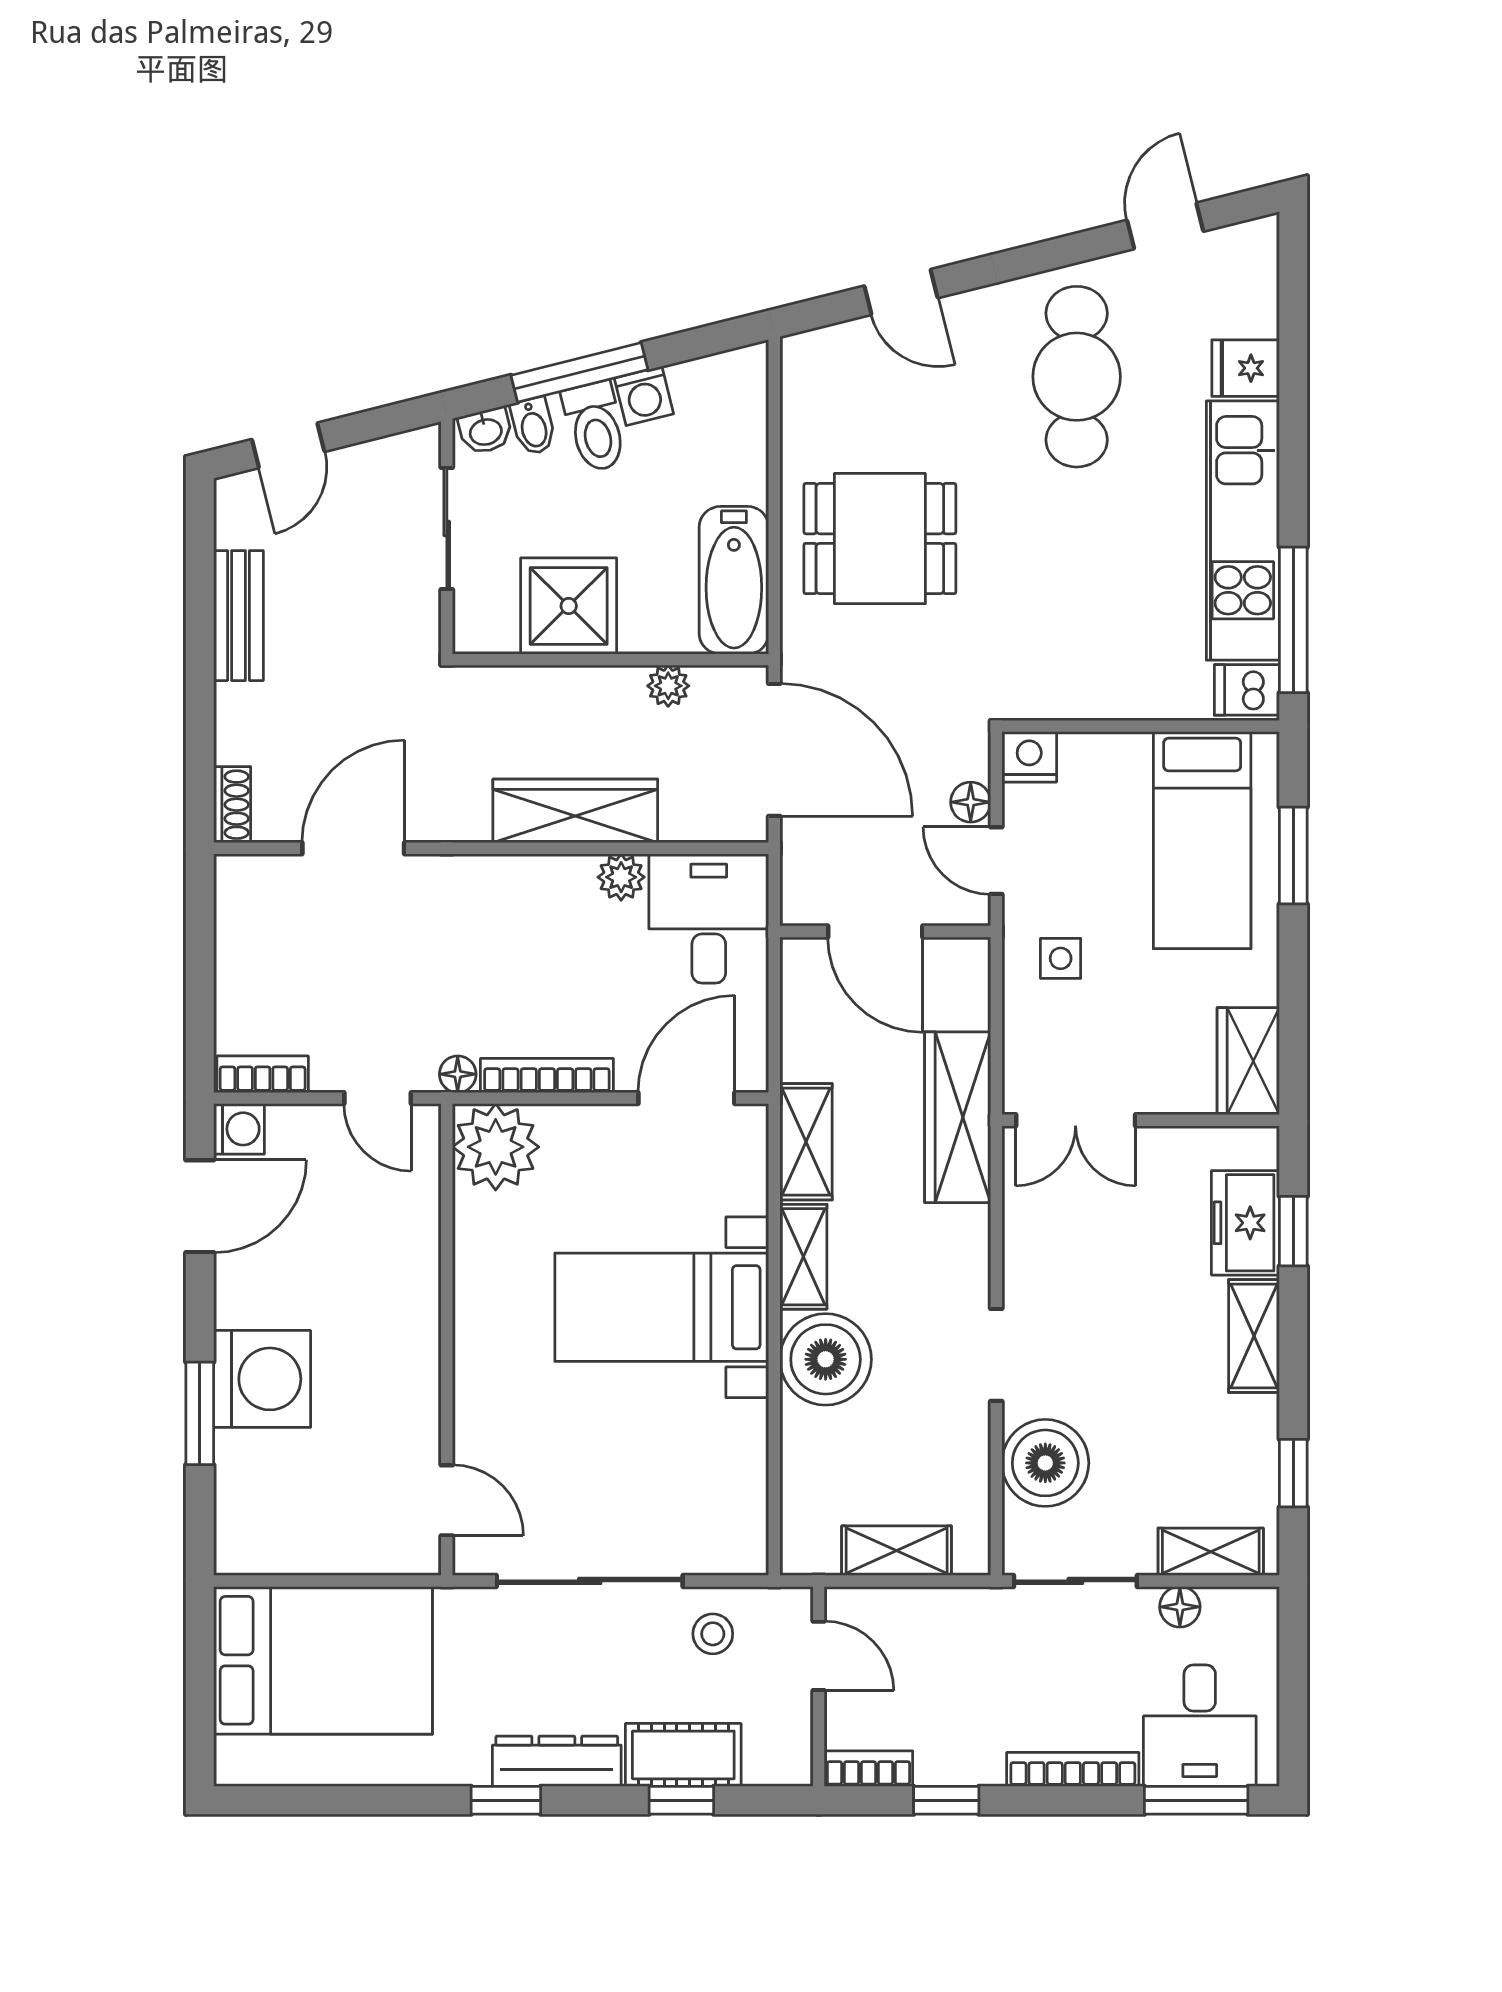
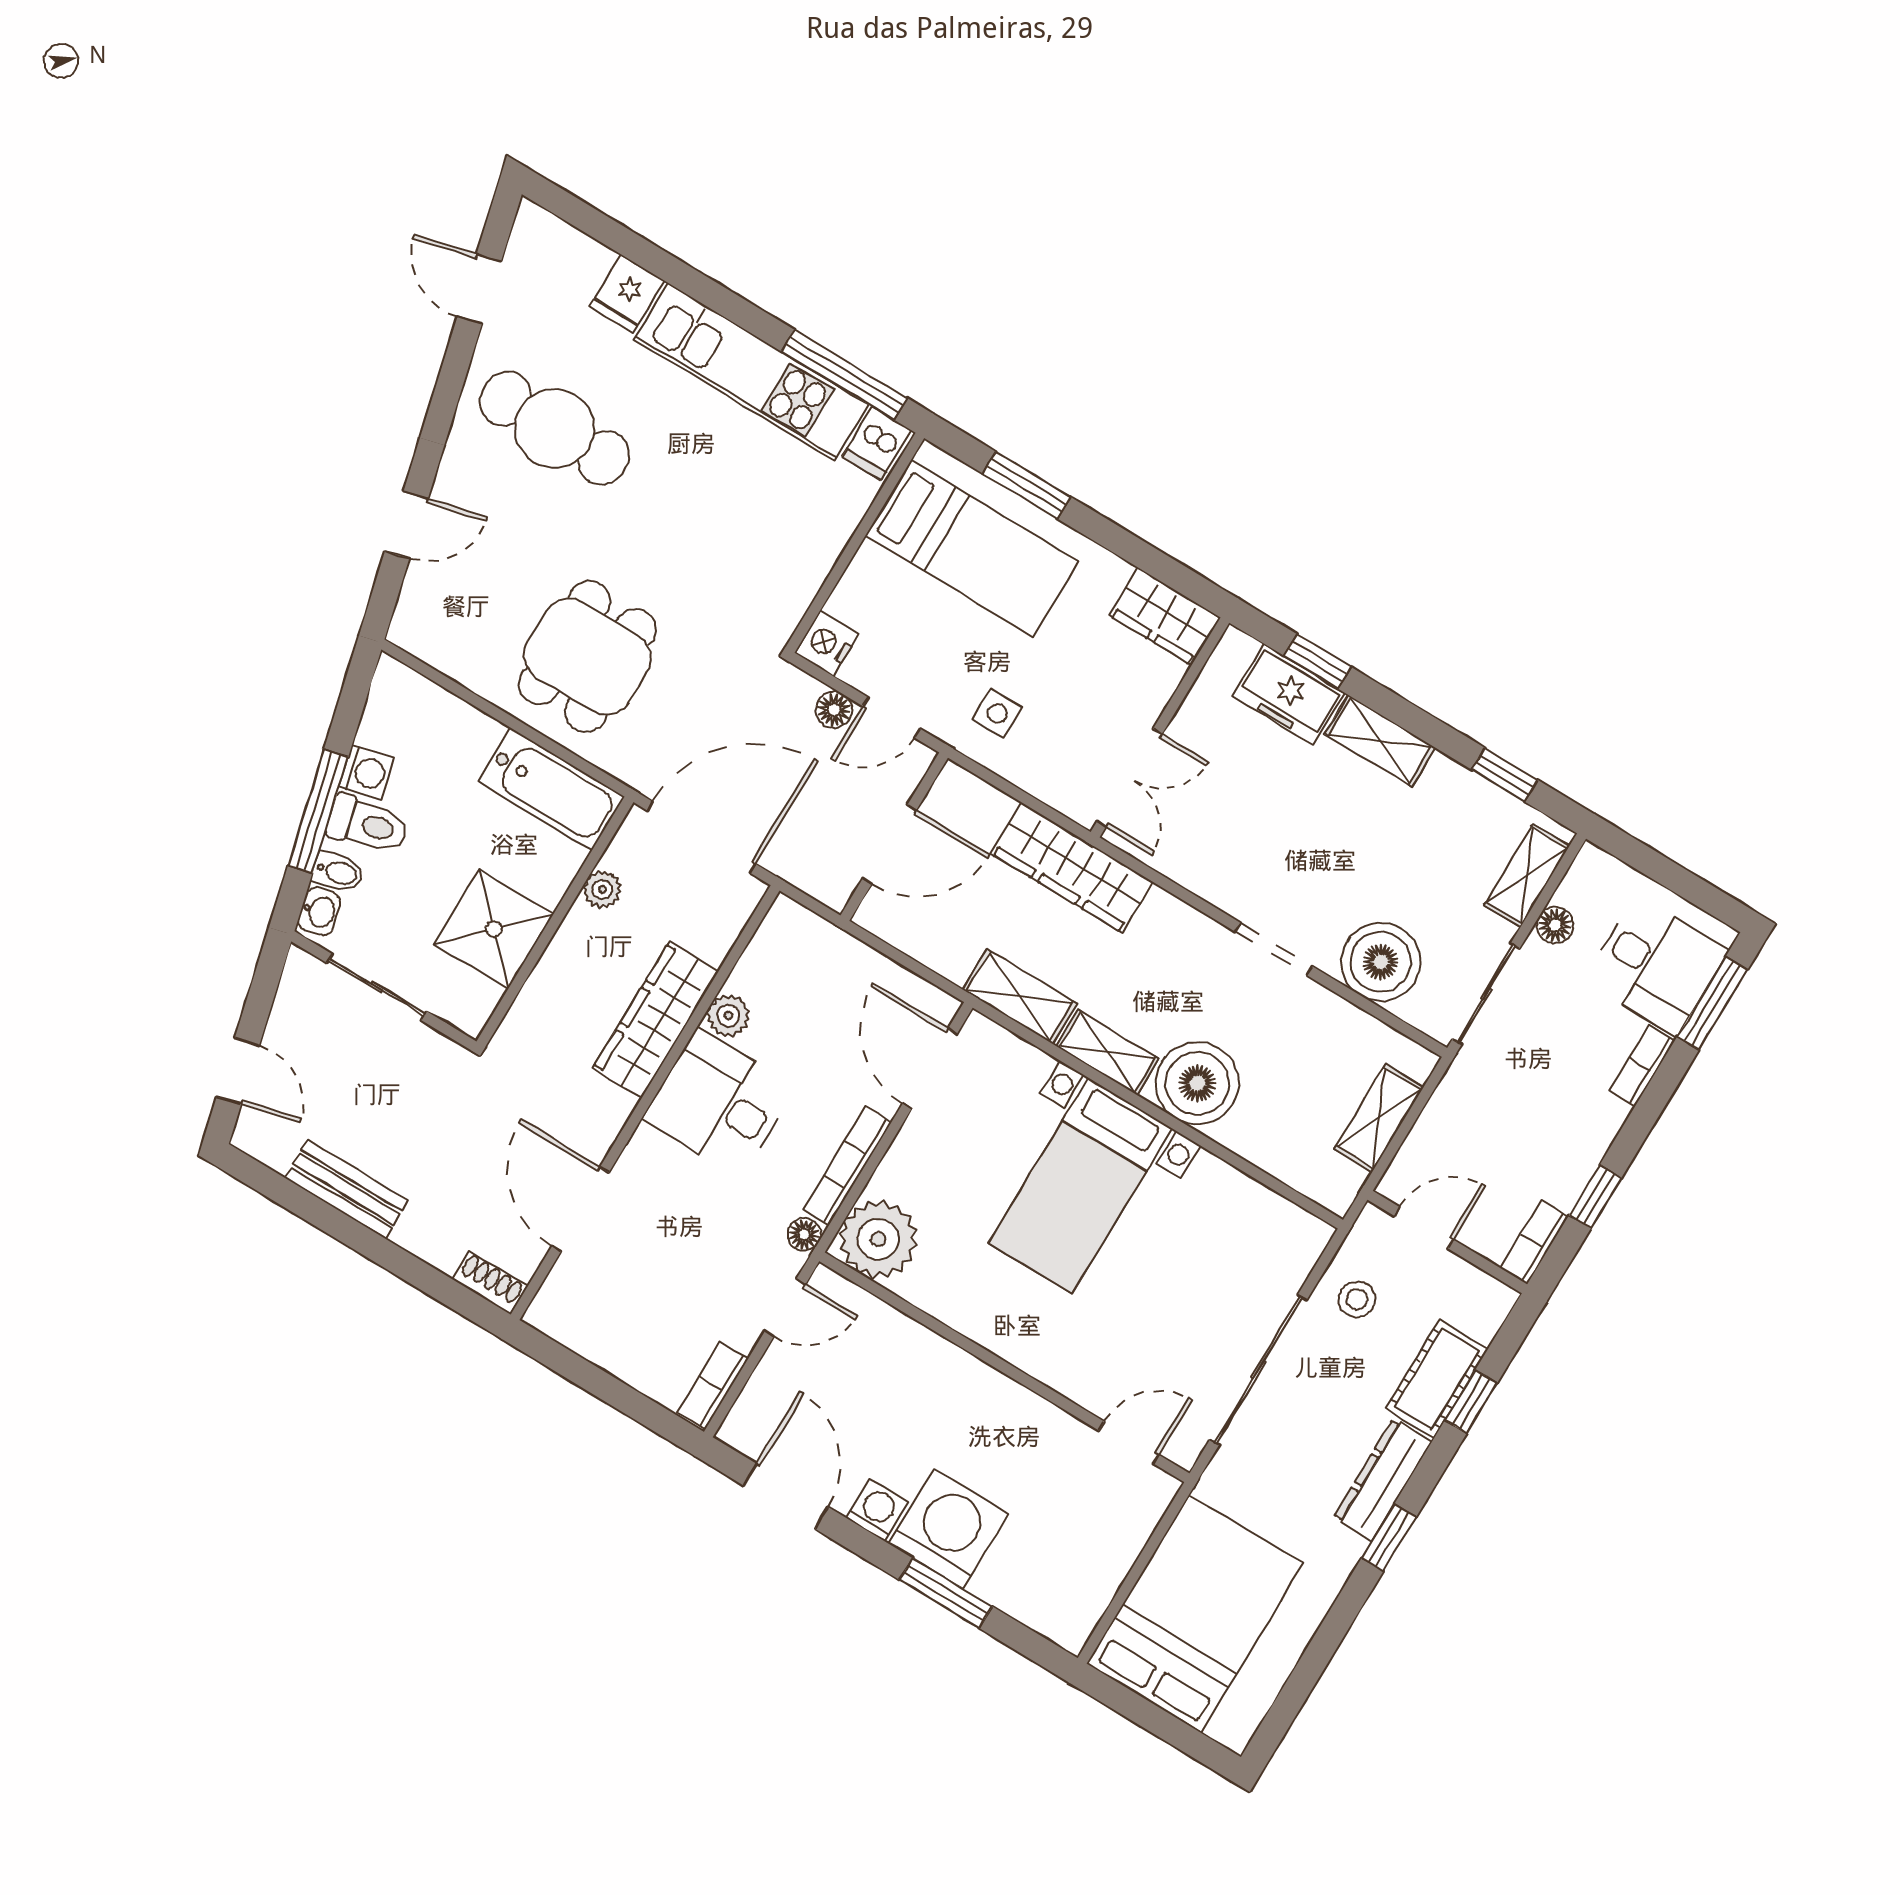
desk: (709, 918) -> (719, 1103), moved
washing machine: (239, 1129) -> (877, 1510), moved
bookcase: (1073, 1769) -> (1642, 1066), width x0.64

